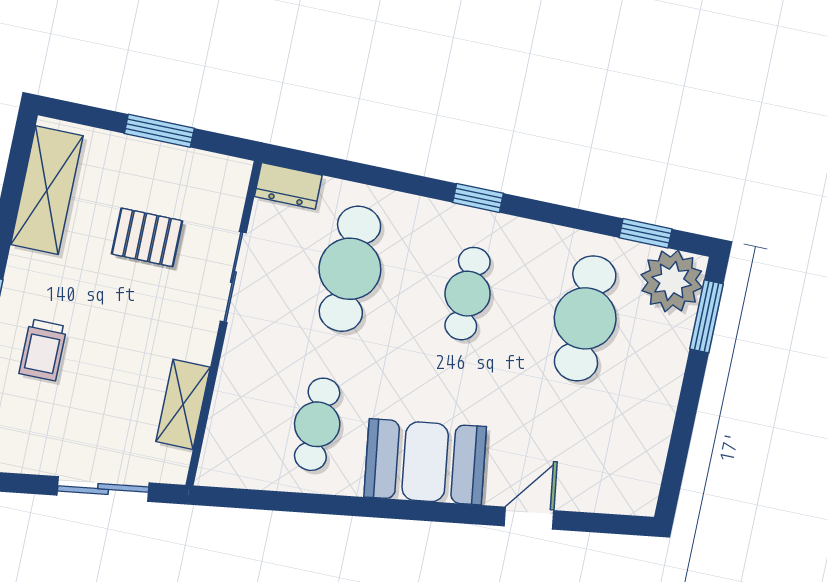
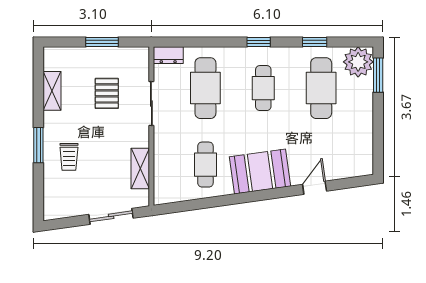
shelving: (47, 190) -> (52, 91), width x0.67, depth x0.75
window: (646, 233) -> (315, 42), moved
pallet: (147, 237) -> (107, 93), turned 90

